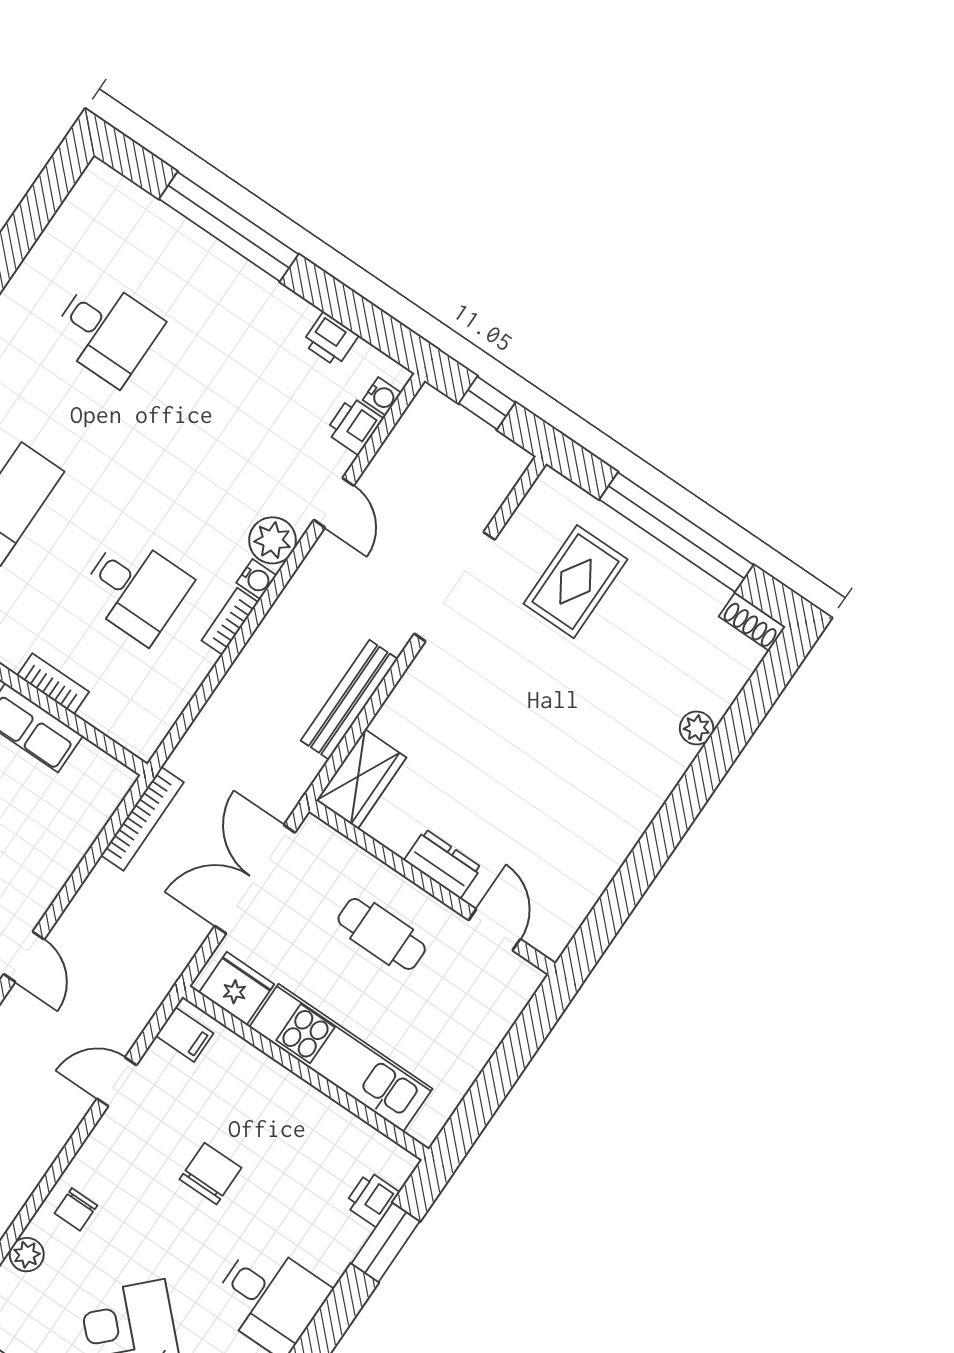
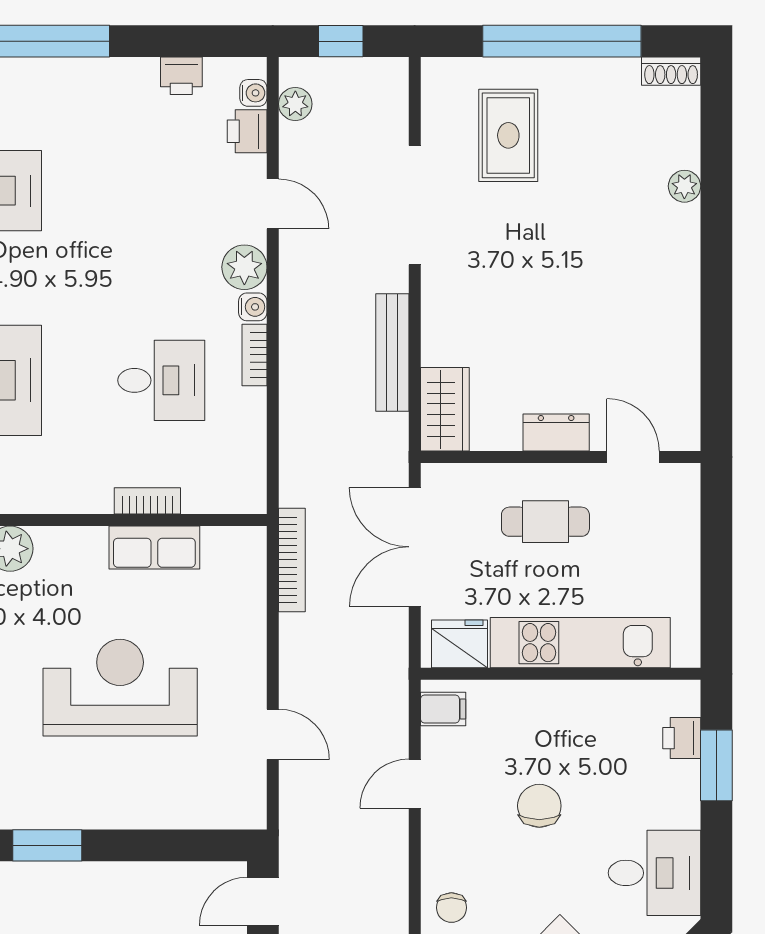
plant: (411, 430) -> (295, 104), added

